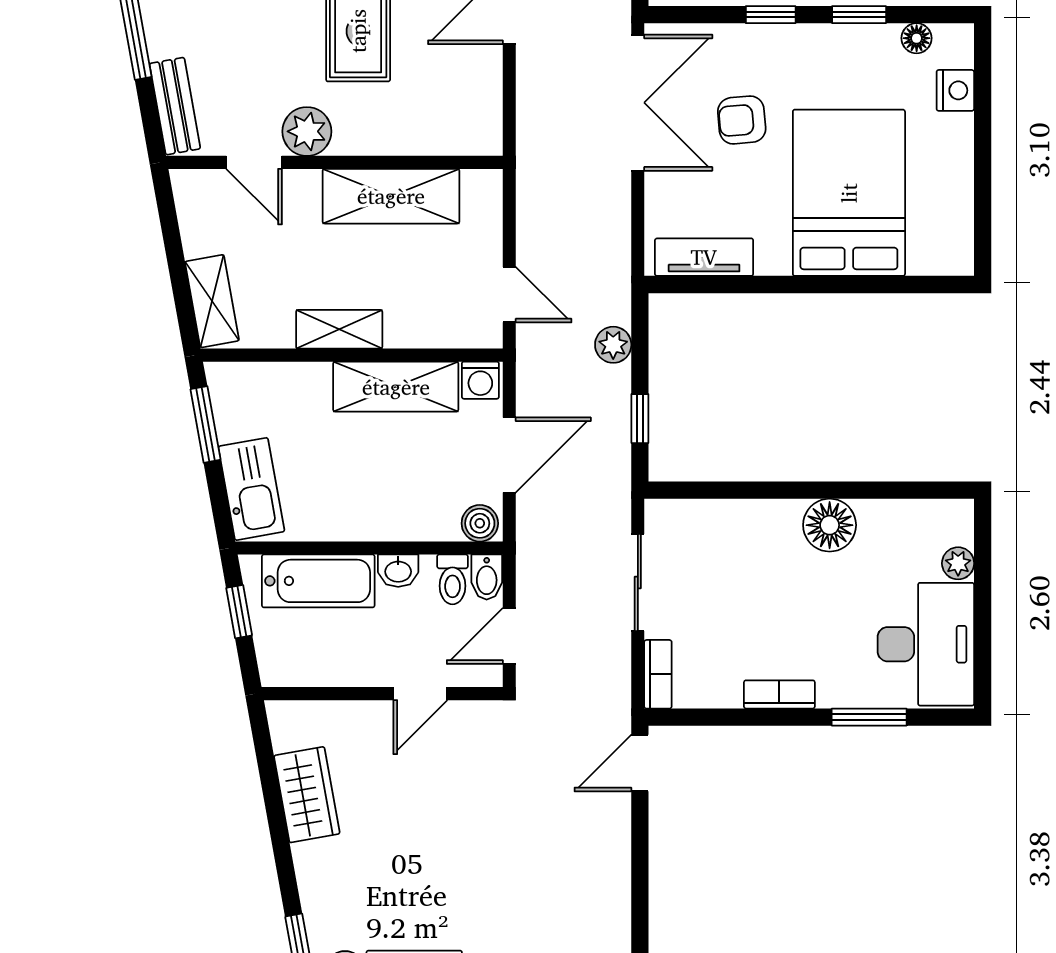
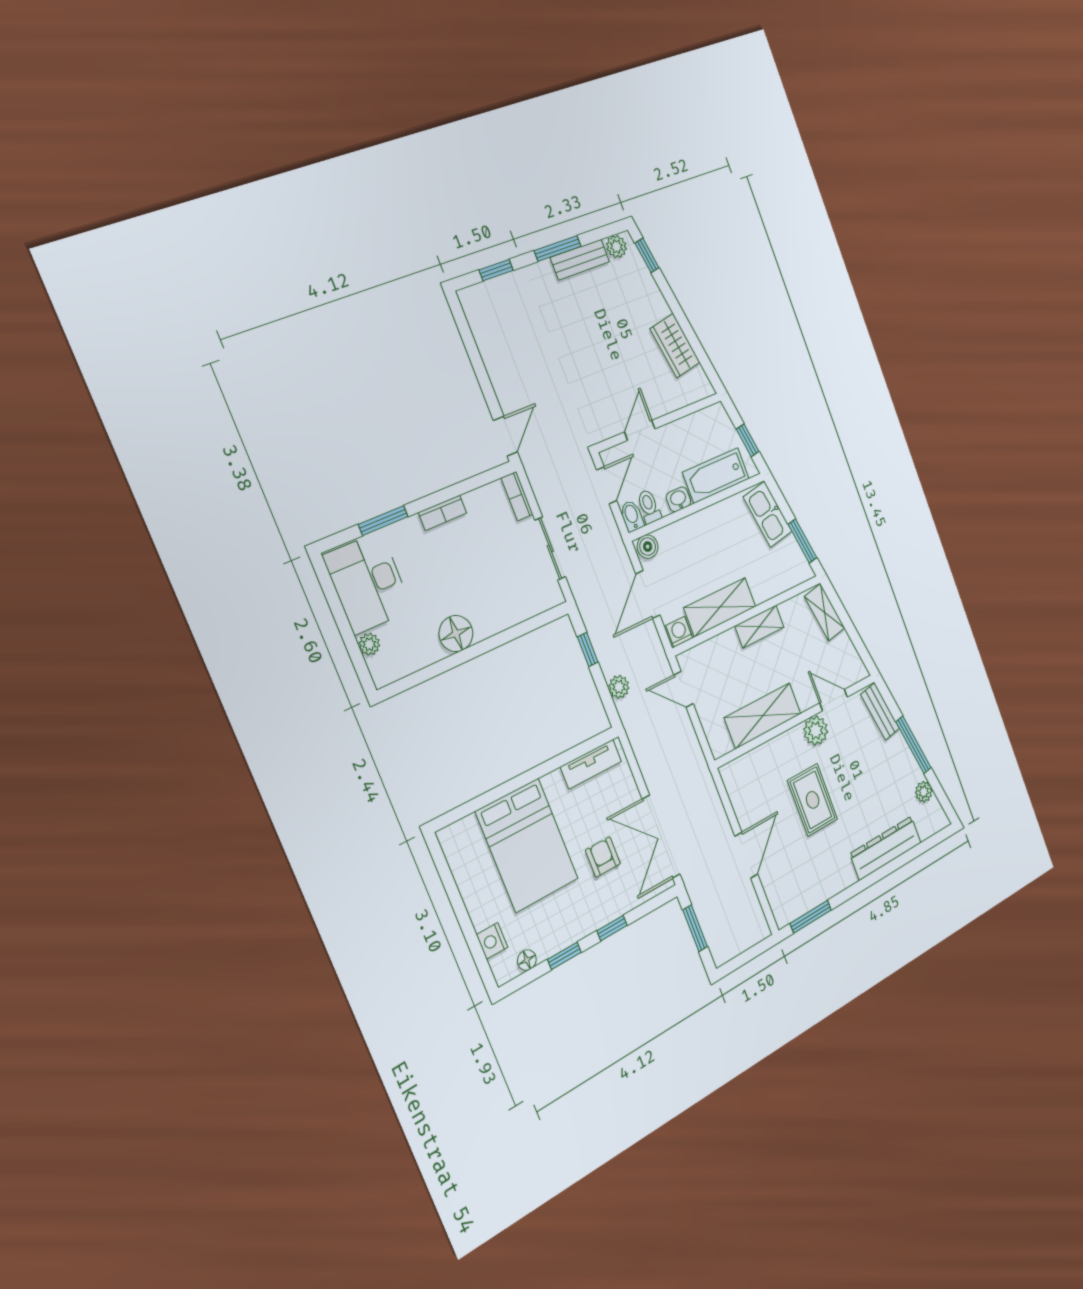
armchair: (742, 120) -> (603, 857), turned -85

